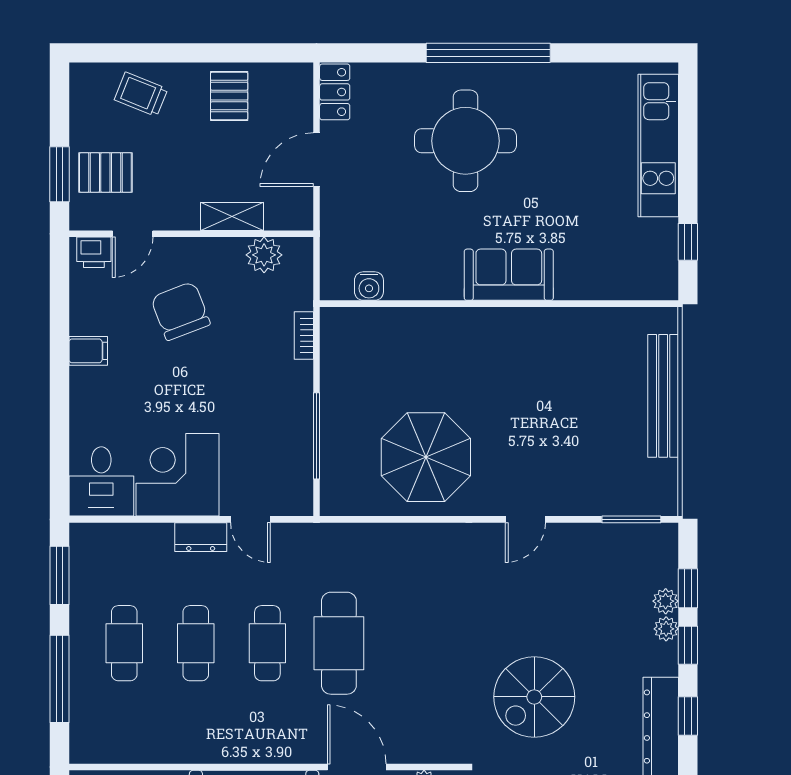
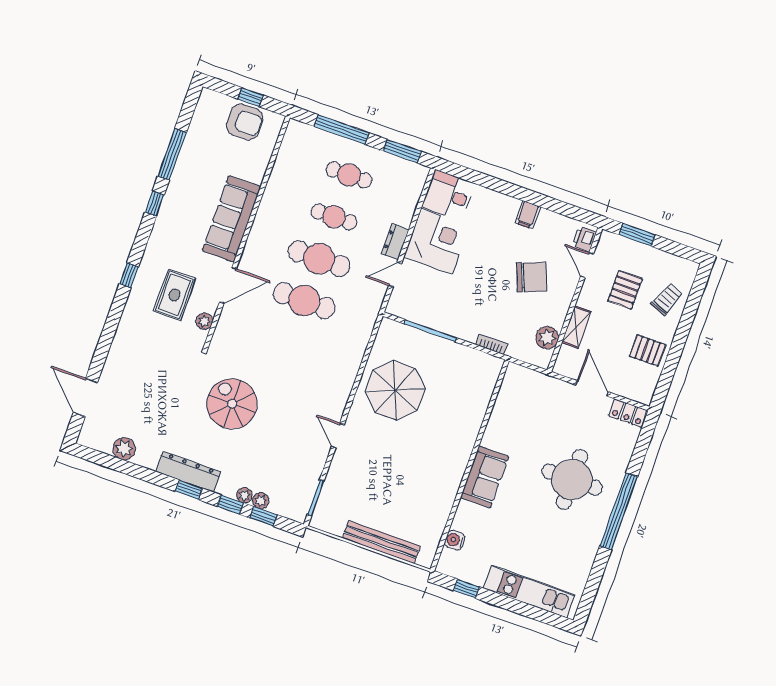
pallet: (105, 173) -> (625, 290), moved
water cooler: (369, 286) -> (455, 540), moved
cafe table: (267, 643) -> (319, 259), width x1.37, depth x1.35

